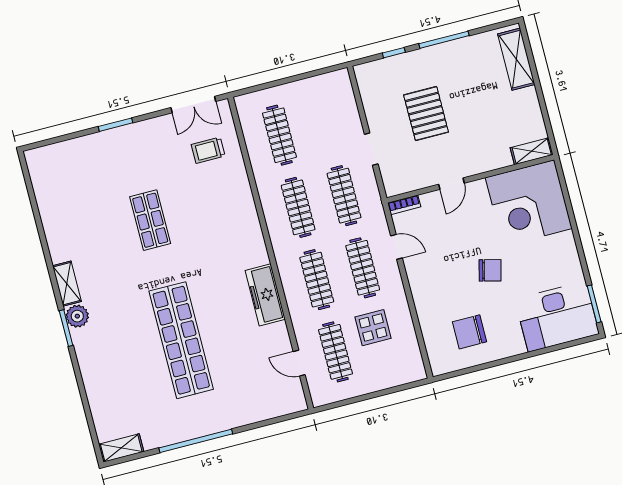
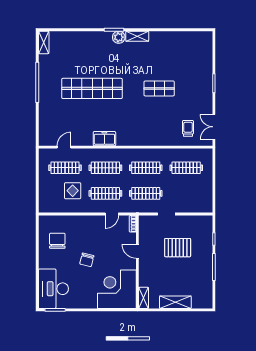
shelving: (516, 59) -> (175, 302), moved
freezer: (265, 295) -> (104, 139), width x0.71

